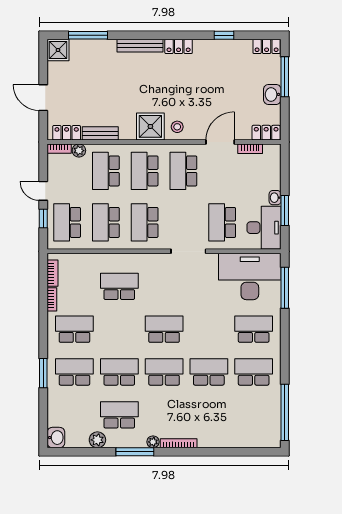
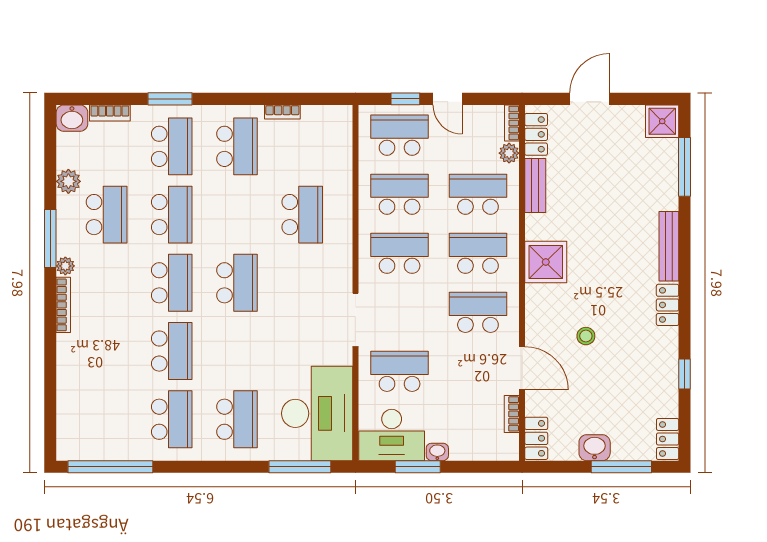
stool: (177, 127) -> (586, 336), moved
door: (43, 191) -> (448, 99), swing flipped
bookcase: (53, 273) -> (110, 113), moved

